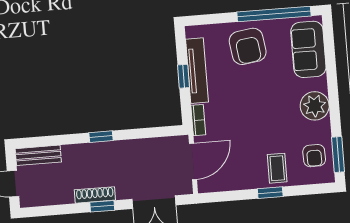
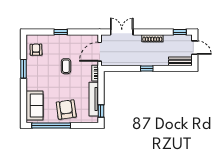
window: (184, 76) -> (101, 111), moved
plant: (315, 106) -> (34, 76), removed
window: (338, 154) -> (23, 69), moved
coffee table: (277, 168) -> (66, 66), moved
window: (102, 206) -> (180, 32), moved

